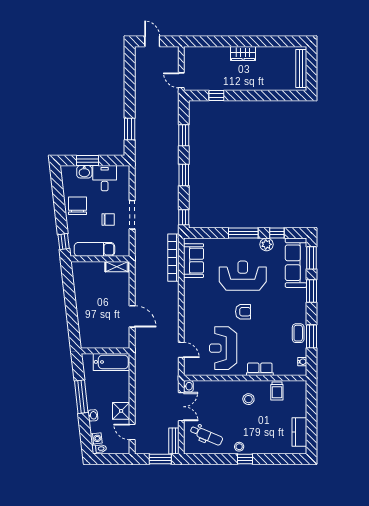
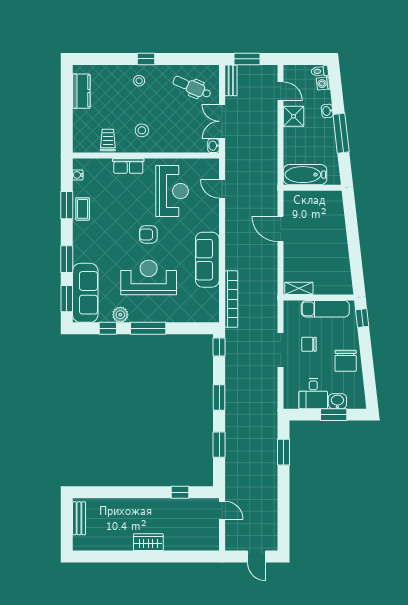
bench: (301, 68) -> (79, 518), width x0.73
sofa: (194, 261) -> (207, 260), moved, width x1.36
reception desk: (243, 276) -> (149, 277), turned 180
stool: (239, 447) -> (139, 81), moved

